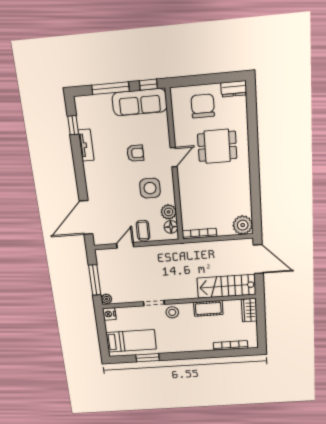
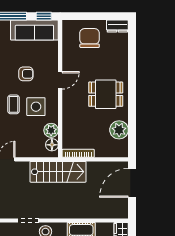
dining table: (217, 146) -> (106, 94), moved
plant: (243, 225) -> (119, 130), moved
coffee table: (143, 230) -> (14, 104), moved
door: (258, 259) -> (132, 183), swing flipped
stairs: (226, 286) -> (58, 172), moved, turned 180

